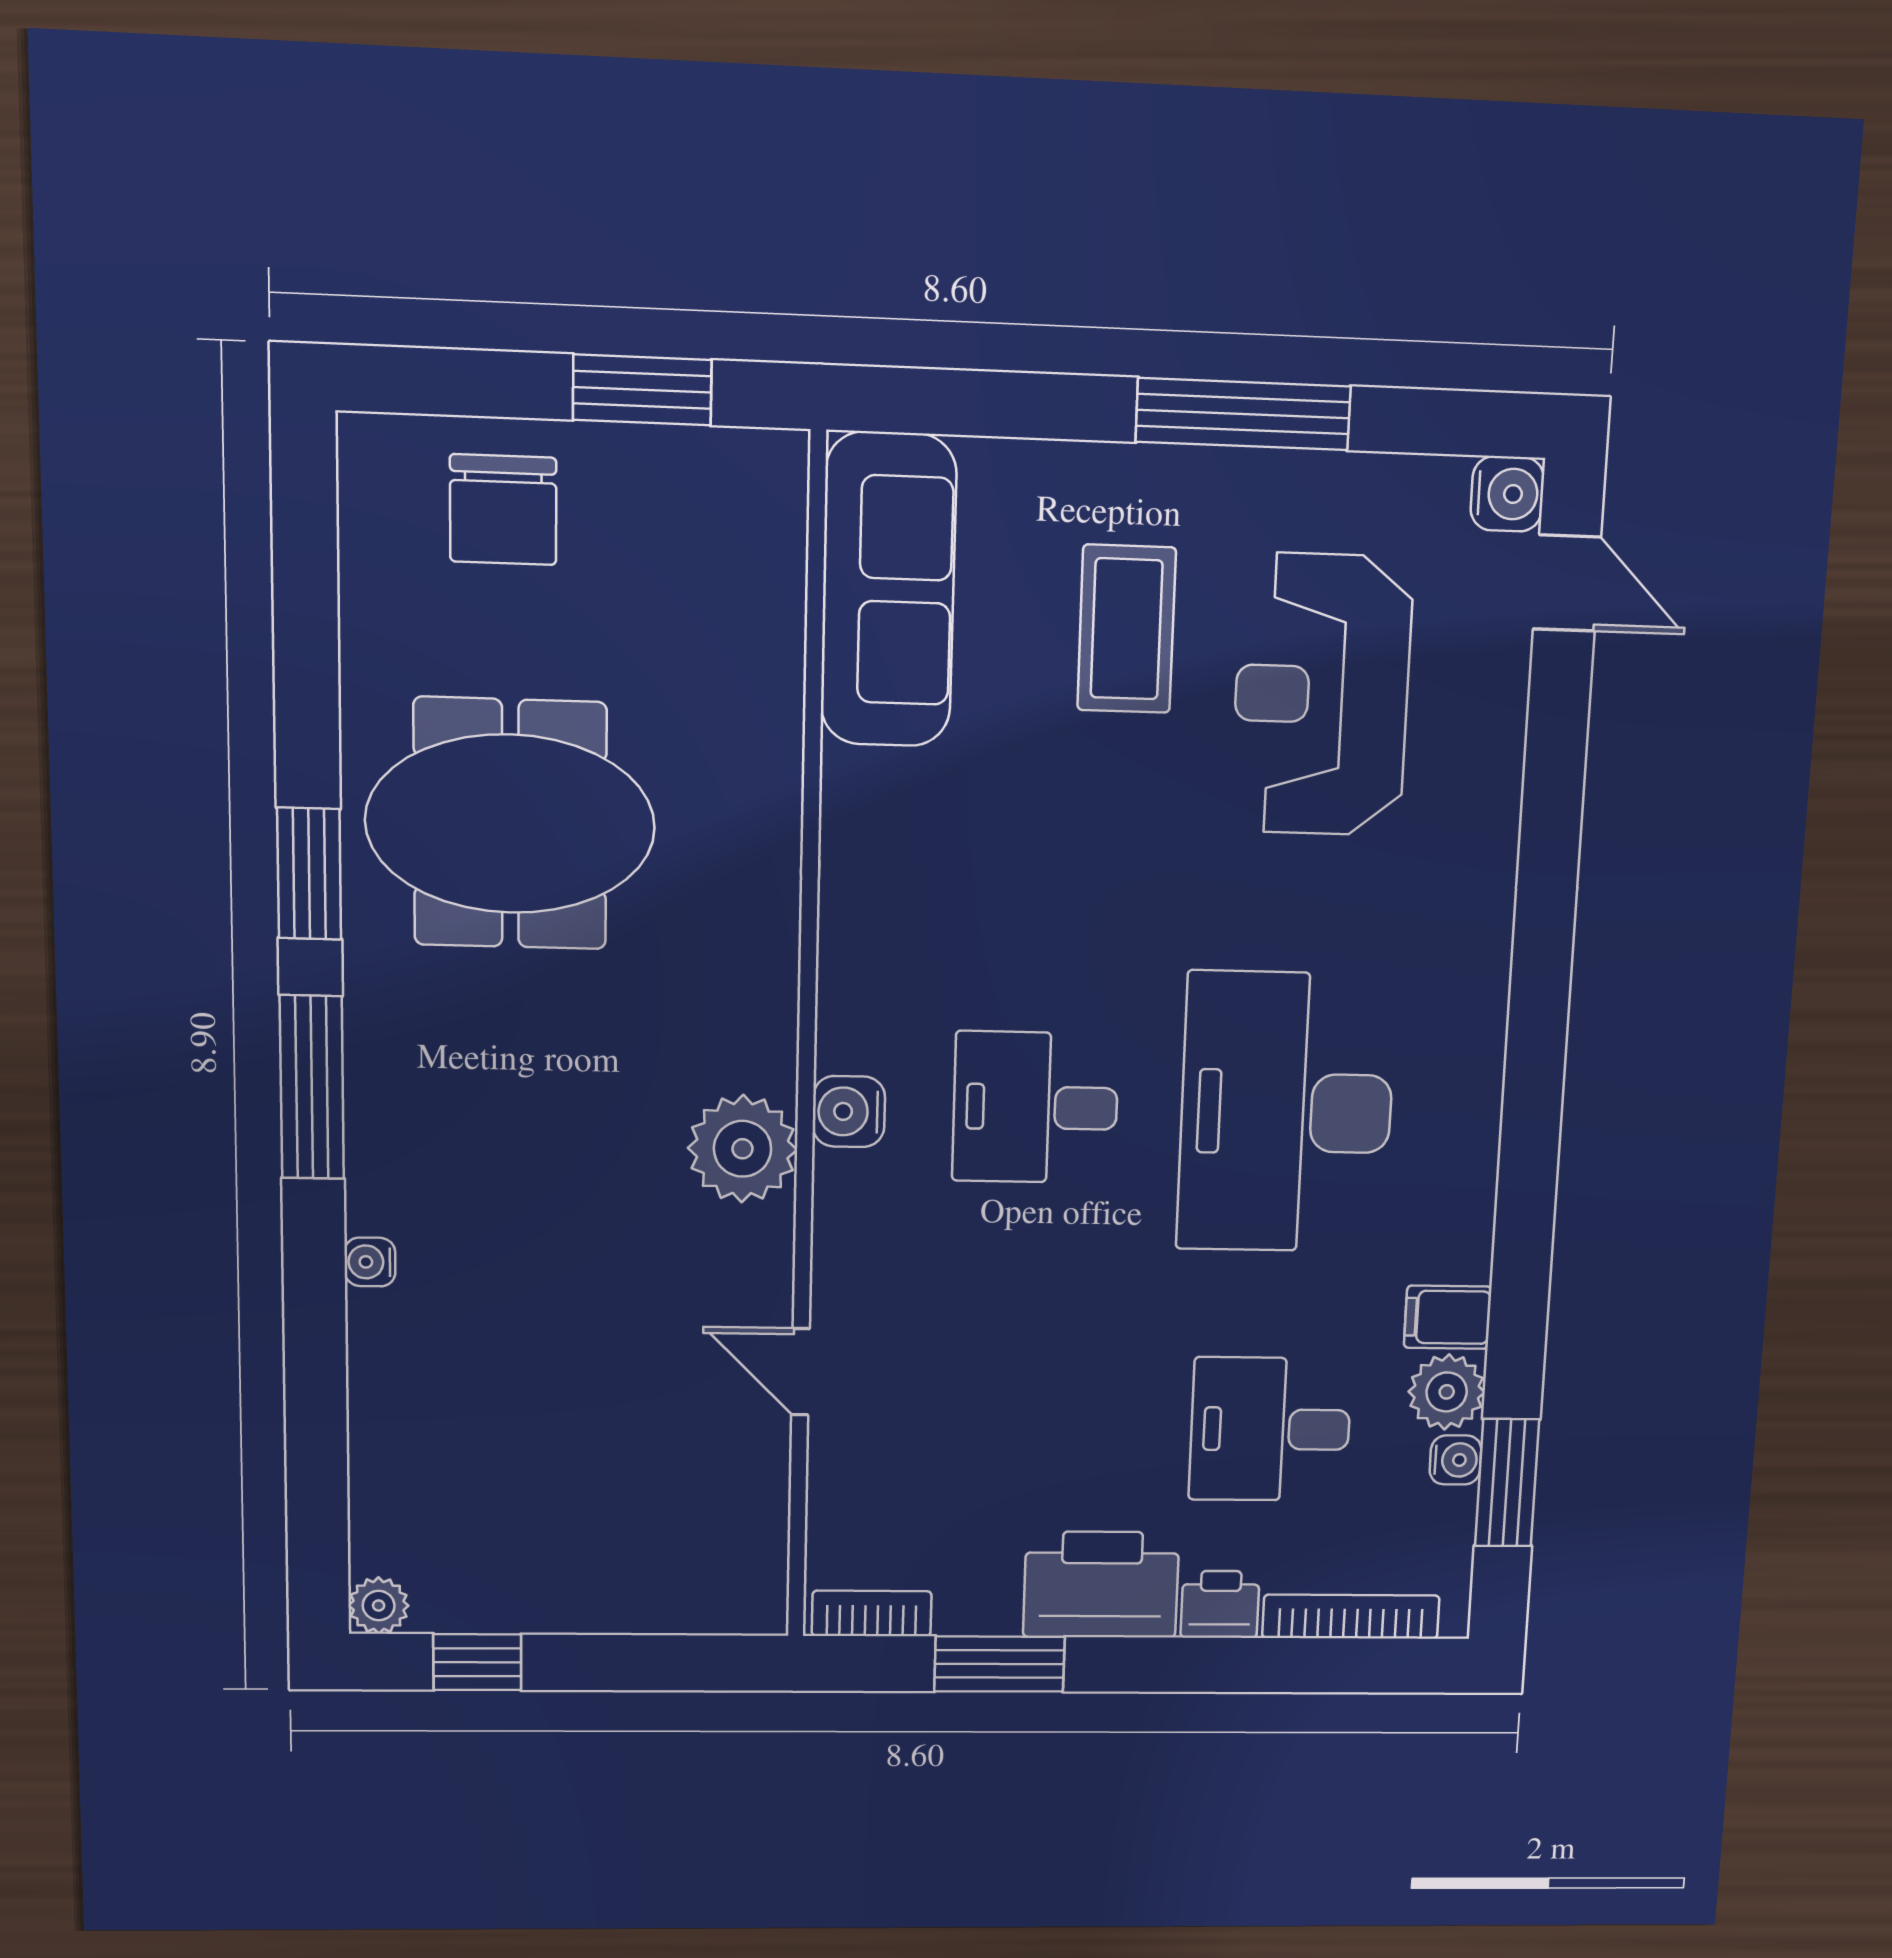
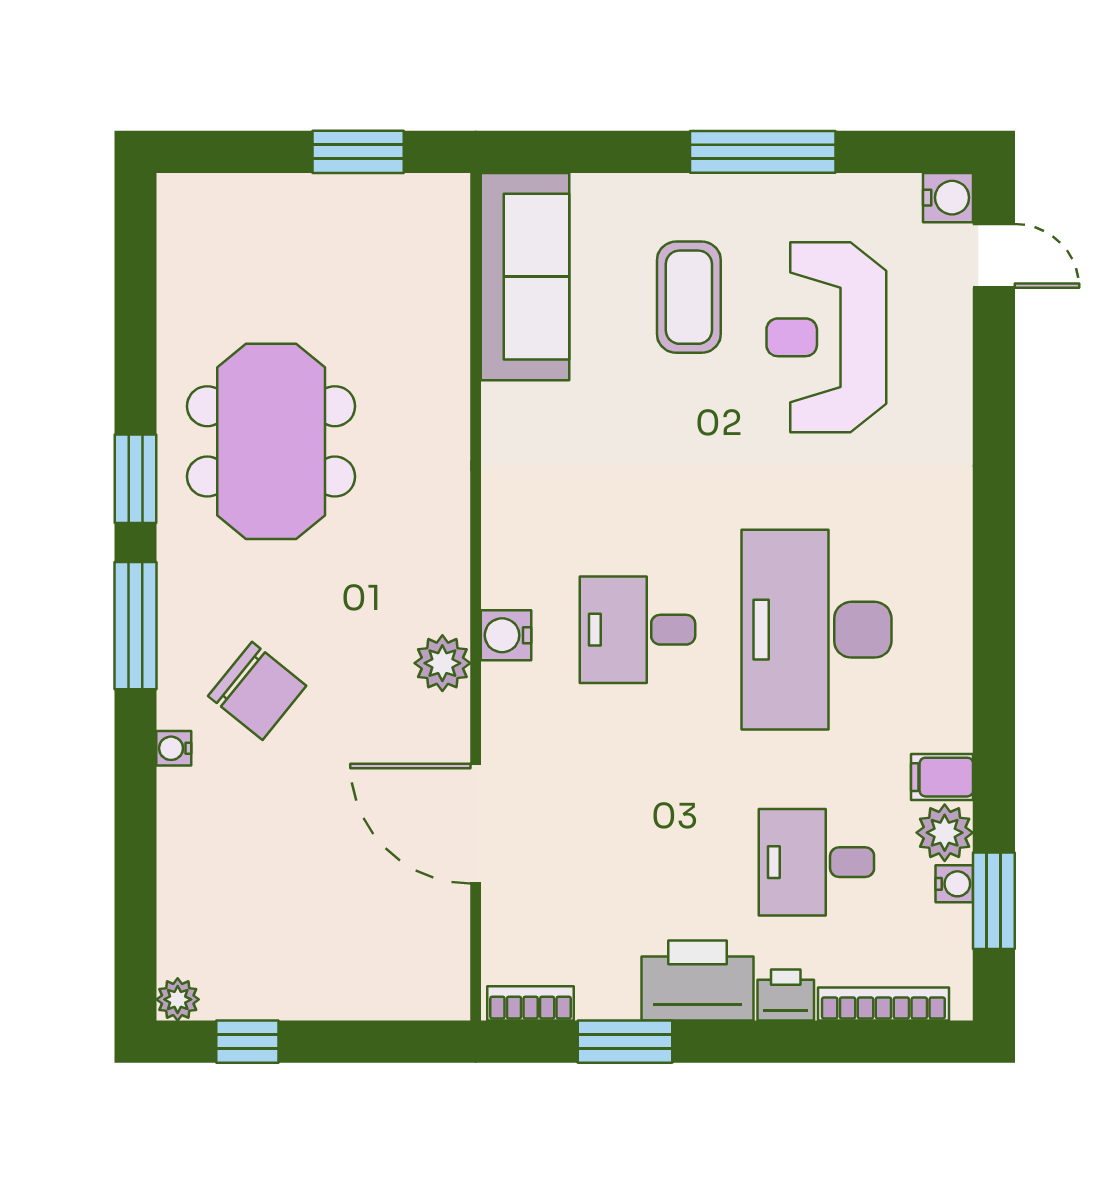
chair: (503, 510) -> (257, 691), moved, turned -51
meeting table: (510, 824) -> (271, 441), turned 90
plant: (743, 1149) -> (442, 663), width x0.73, depth x0.73
door: (800, 1372) -> (476, 824), width x1.88

